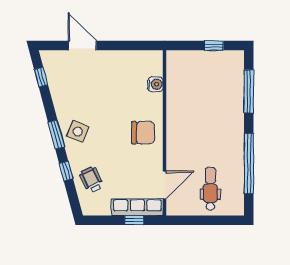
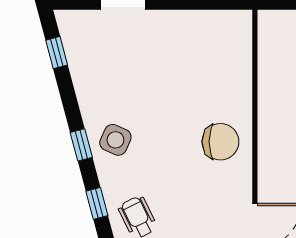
water cooler: (155, 84) -> (240, 64), removed
window: (56, 135) -> (81, 145), width x0.67

